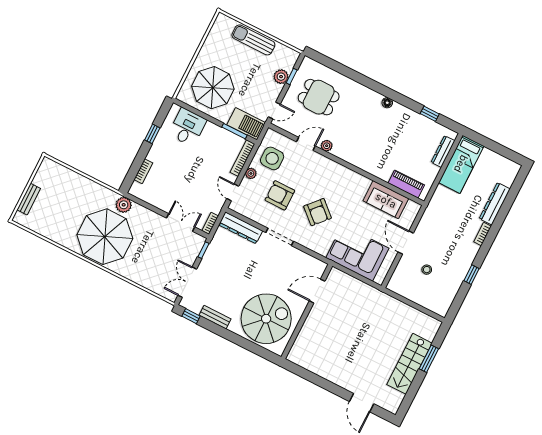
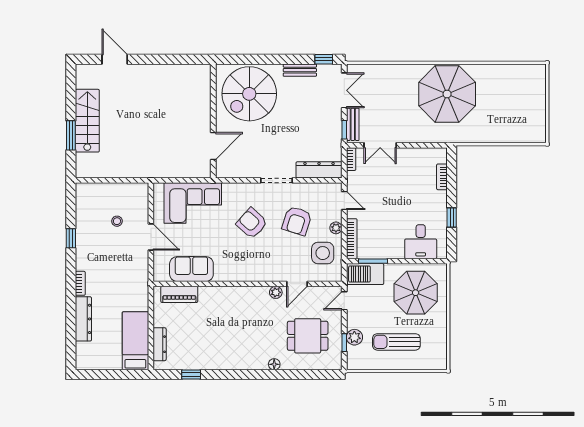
sun lounger: (253, 40) -> (396, 342), moved, turned 180
floor lamp: (387, 103) -> (274, 364), moved
armchair: (280, 195) -> (297, 221), turned 108
bench: (29, 199) -> (353, 124), moved
plant: (124, 205) -> (444, 134), removed

